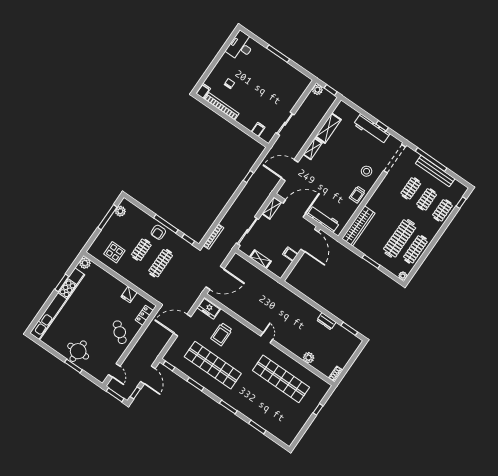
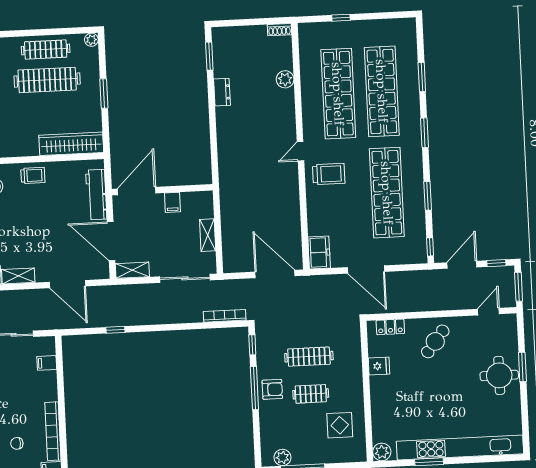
trolley: (221, 334) -> (329, 174), moved
shop shelf: (265, 401) -> (382, 91), added

